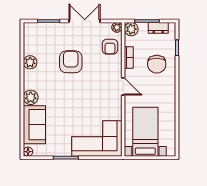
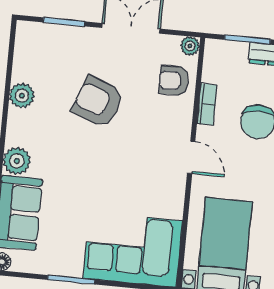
plant: (131, 29) -> (217, 52), removed
armchair: (110, 47) -> (174, 81), turned 90
armchair: (71, 62) -> (98, 102), turned -69

